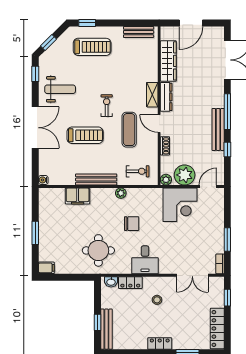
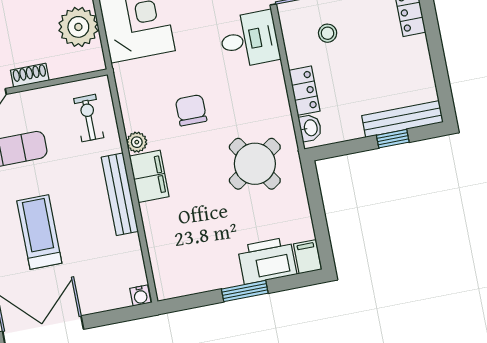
plant: (166, 180) -> (94, 61), removed
filing cabinet: (78, 196) -> (149, 176), moved
printer: (48, 247) -> (267, 260), added
round table: (98, 250) -> (255, 164), turned -34
desk: (145, 260) -> (249, 39), moved

